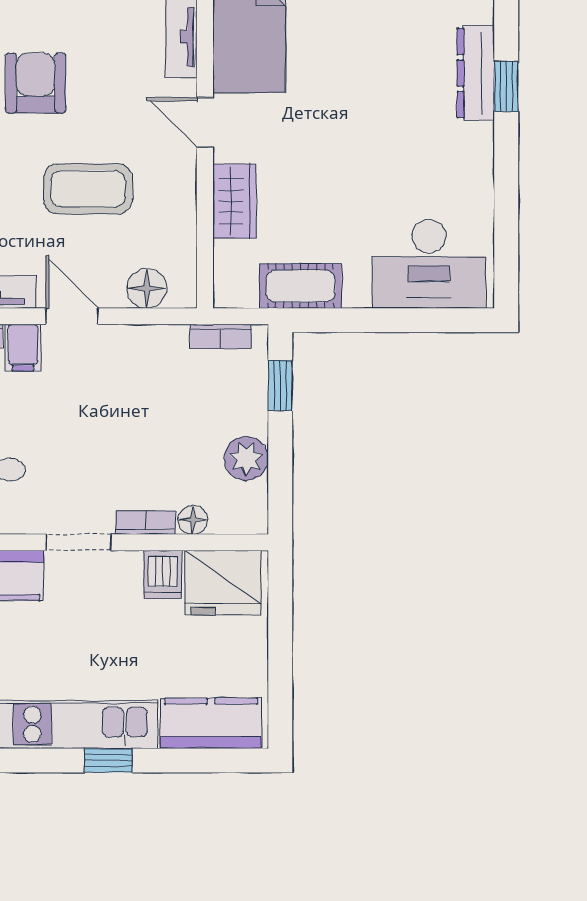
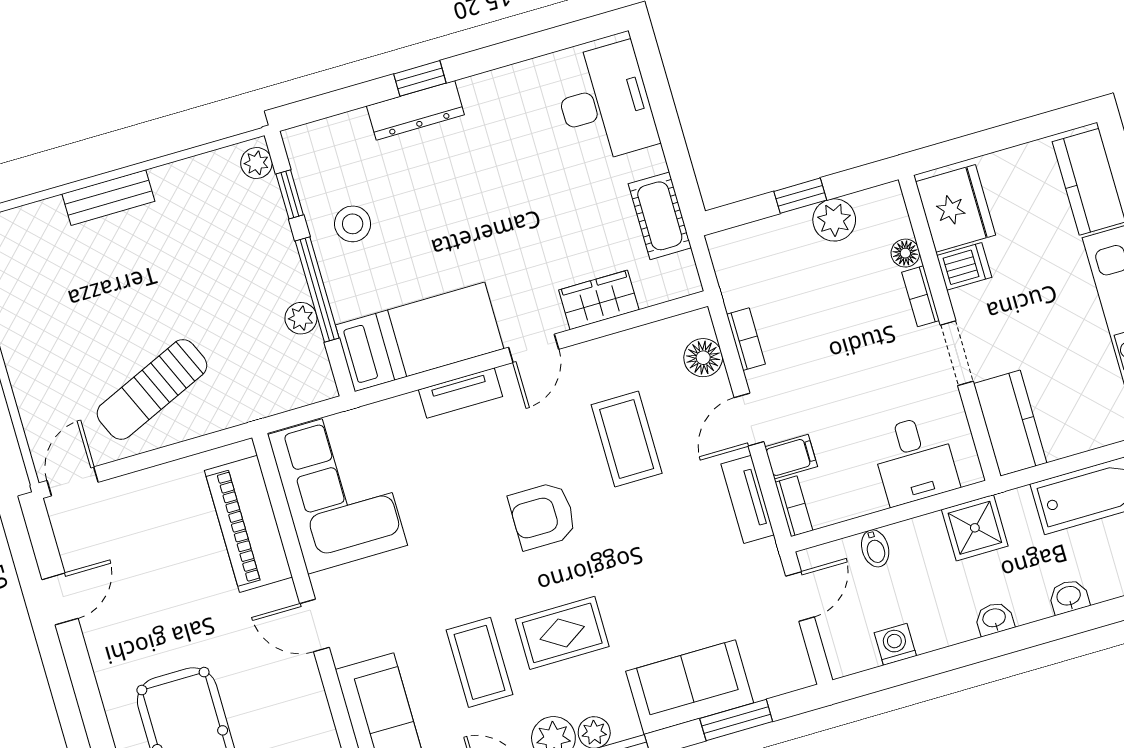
bookcase: (220, 336) -> (746, 339), moved
window: (280, 386) -> (800, 196), moved

